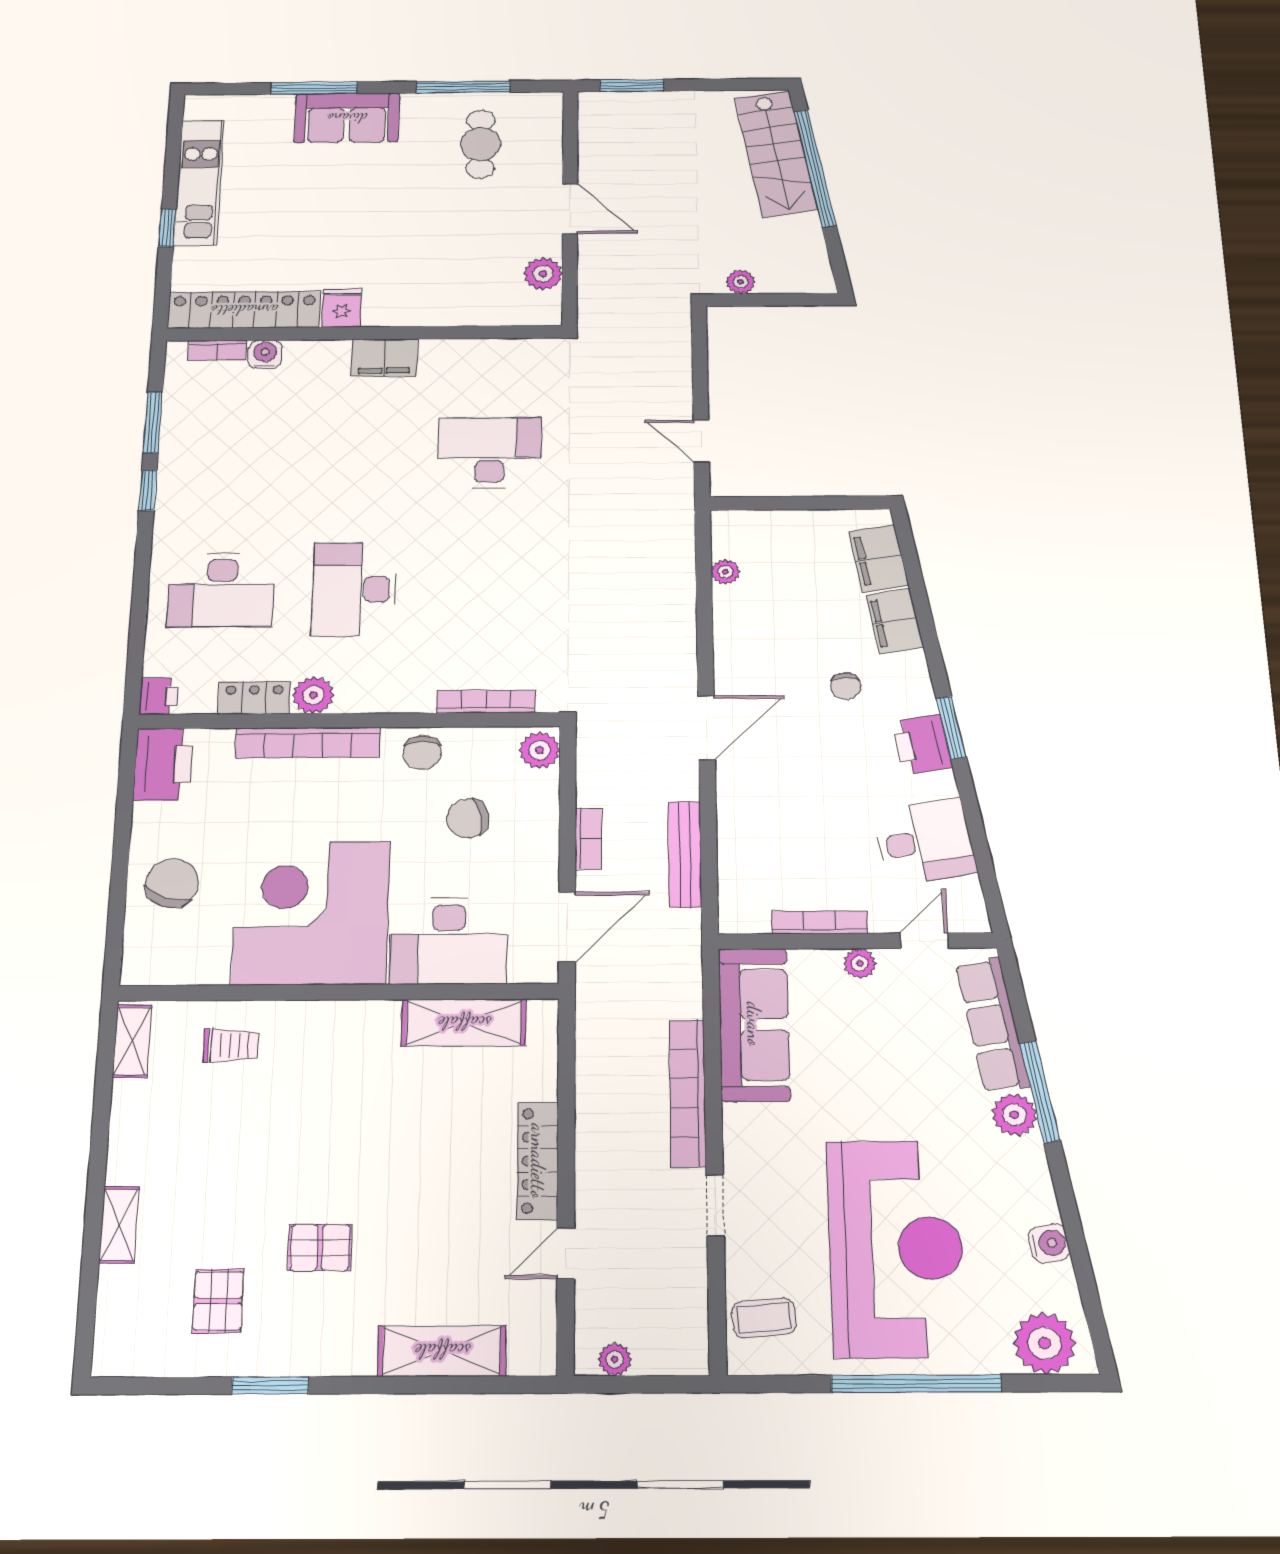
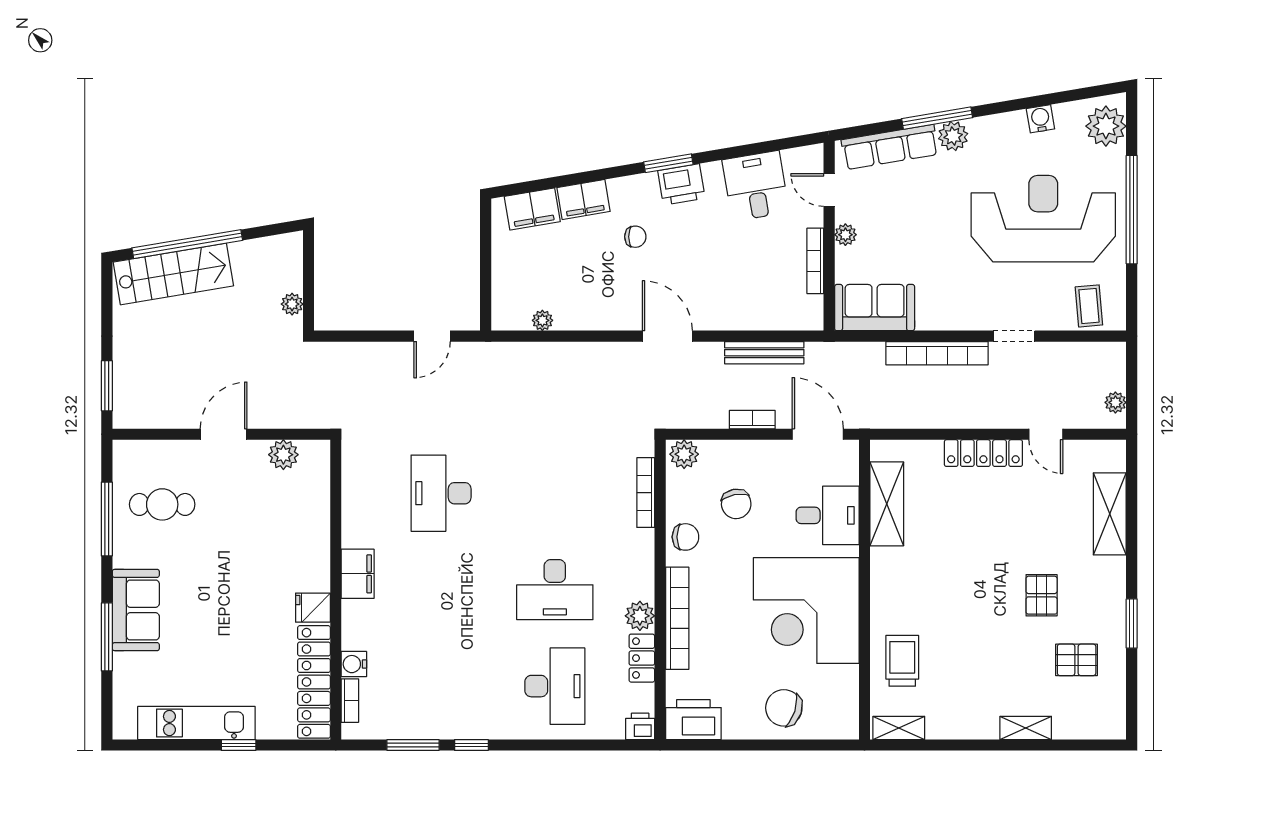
desk: (449, 941) -> (828, 515), width x0.73
sofa: (754, 1024) -> (875, 308), width x0.73
trolley: (231, 1046) -> (902, 661), width x1.36, depth x1.39

